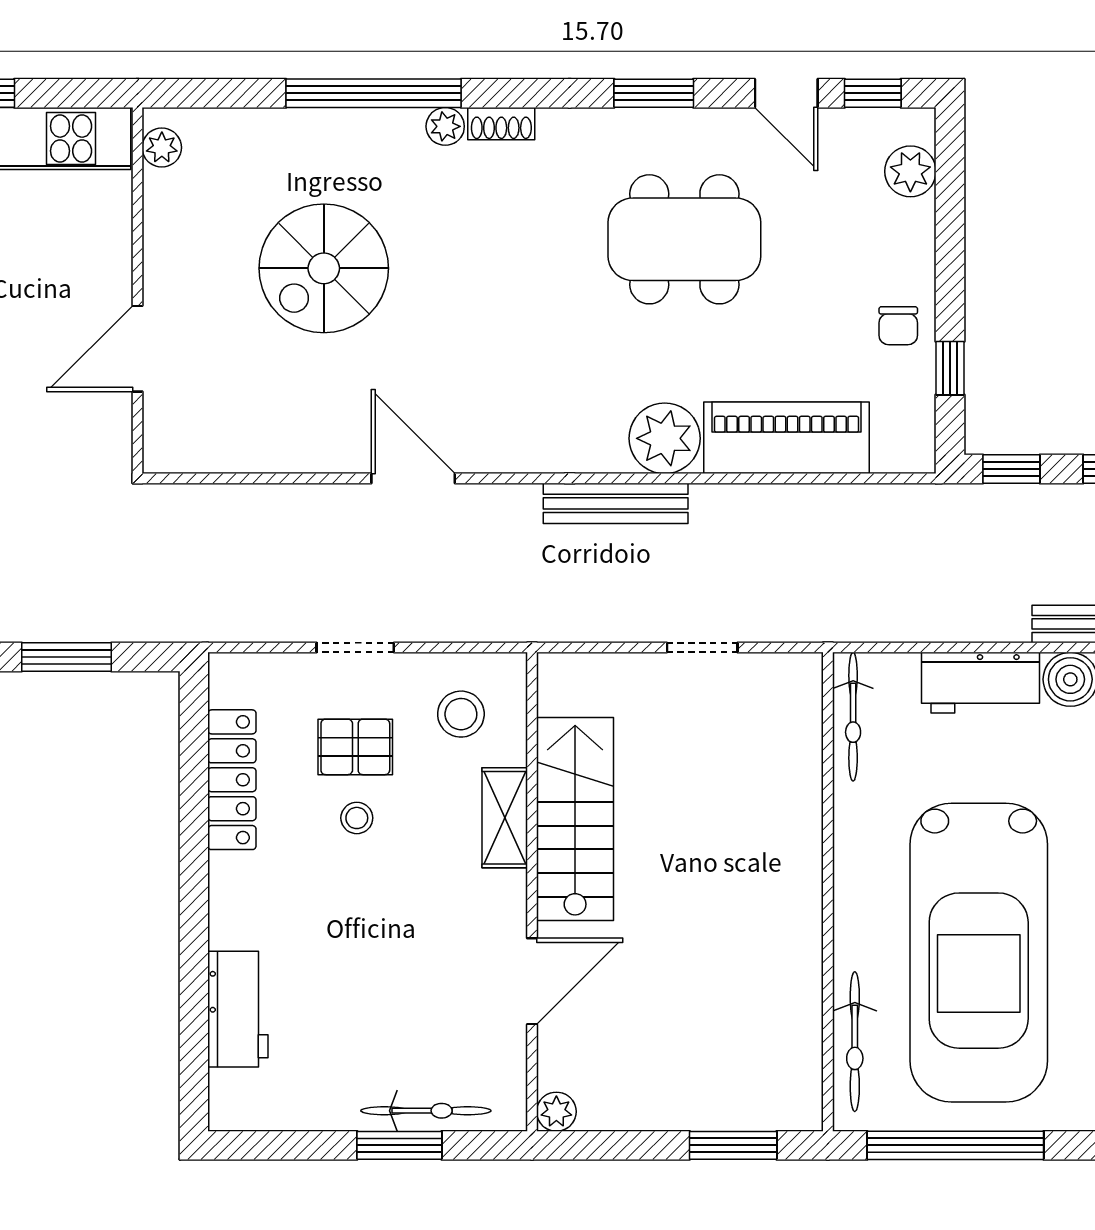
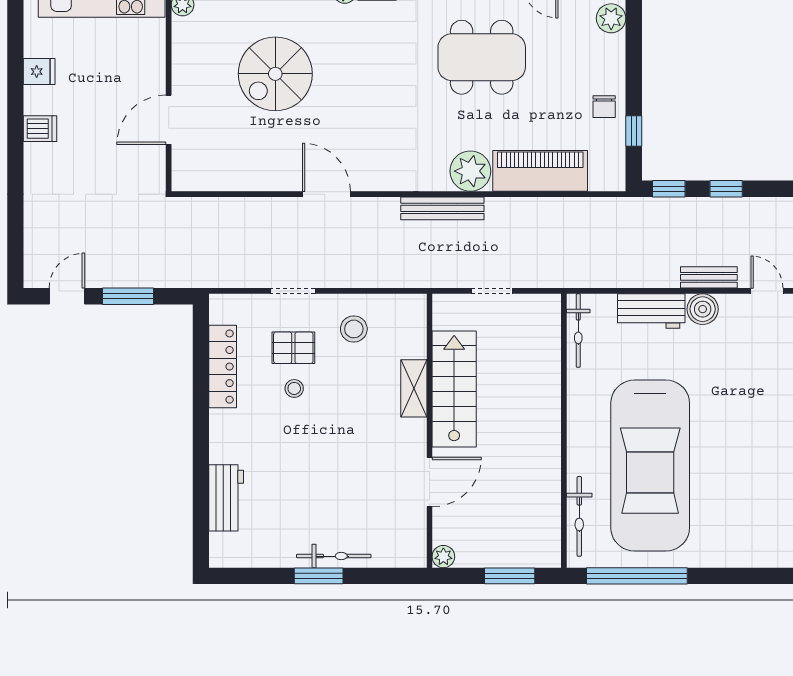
shelving: (505, 818) -> (414, 388), moved
stairs: (575, 819) -> (454, 389), moved
wall: (532, 892) -> (429, 431), moved
door: (532, 981) -> (429, 482), moved
plant: (556, 1112) -> (443, 557), moved

